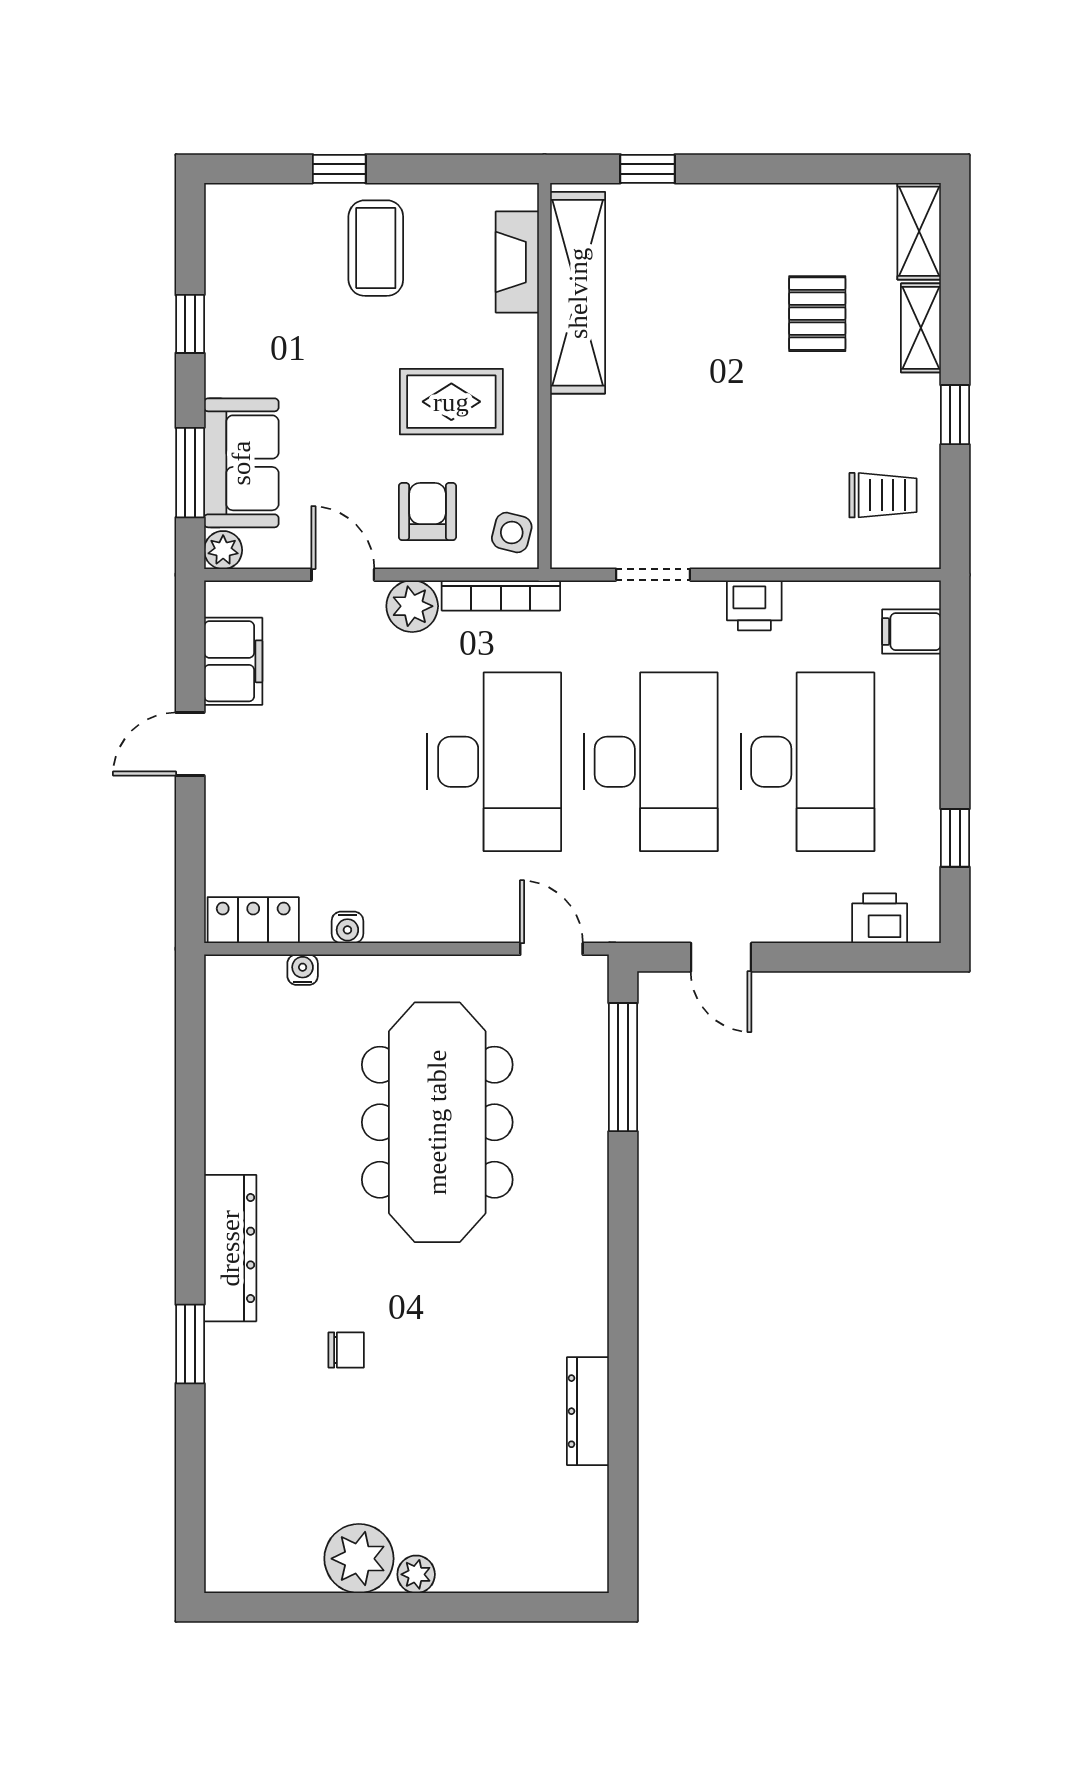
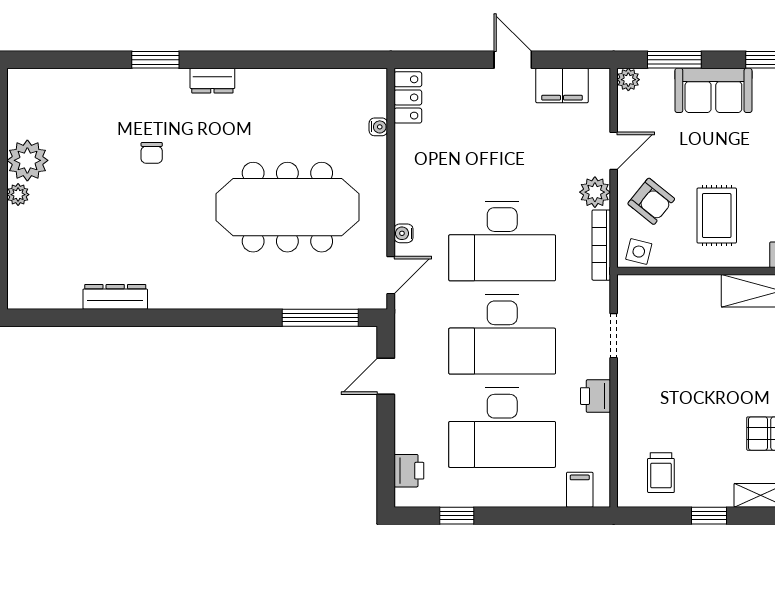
sofa: (241, 463) -> (713, 90), moved
armchair: (427, 512) -> (651, 201), turned 39
water cooler: (347, 927) -> (403, 233), moved
dresser: (230, 1248) -> (212, 81), width x0.51, depth x0.80

